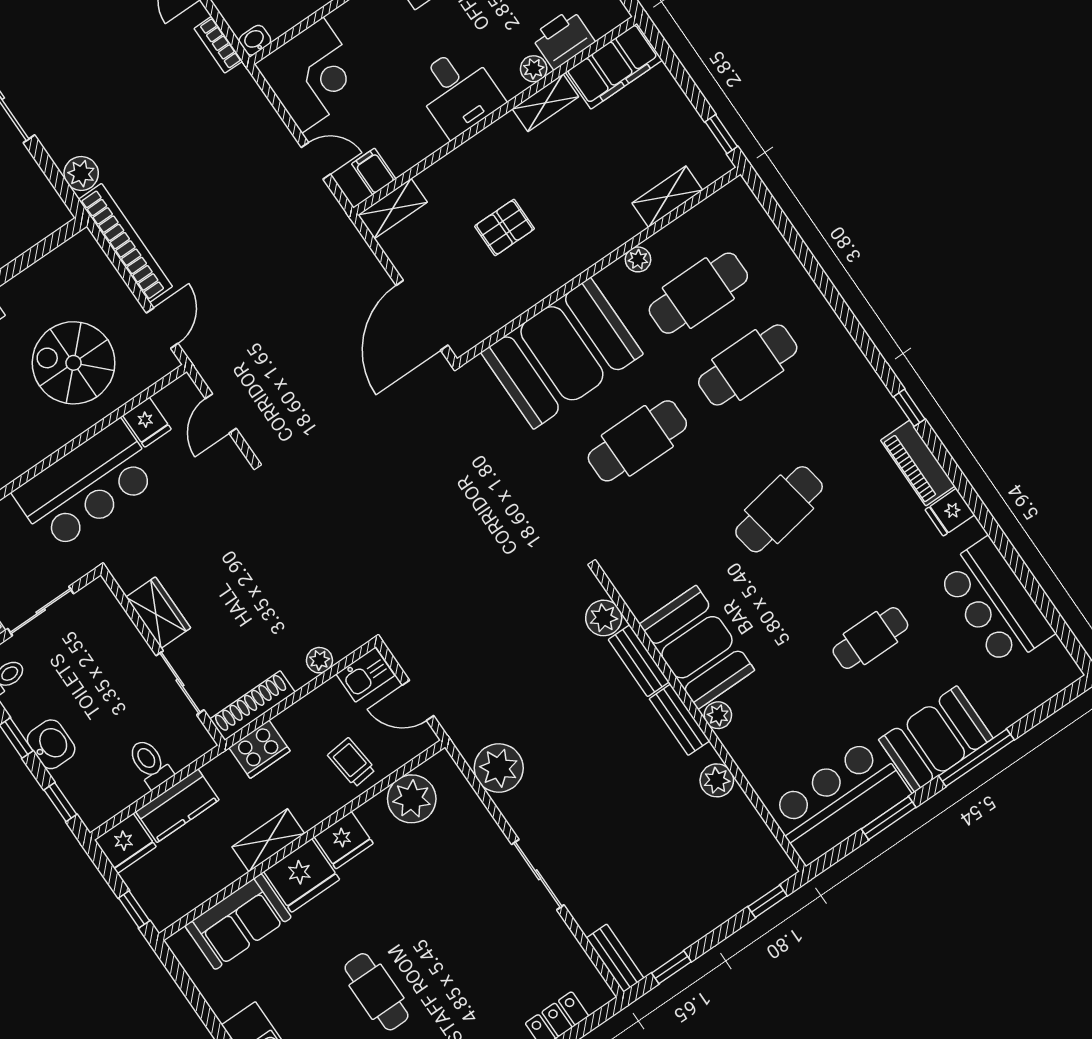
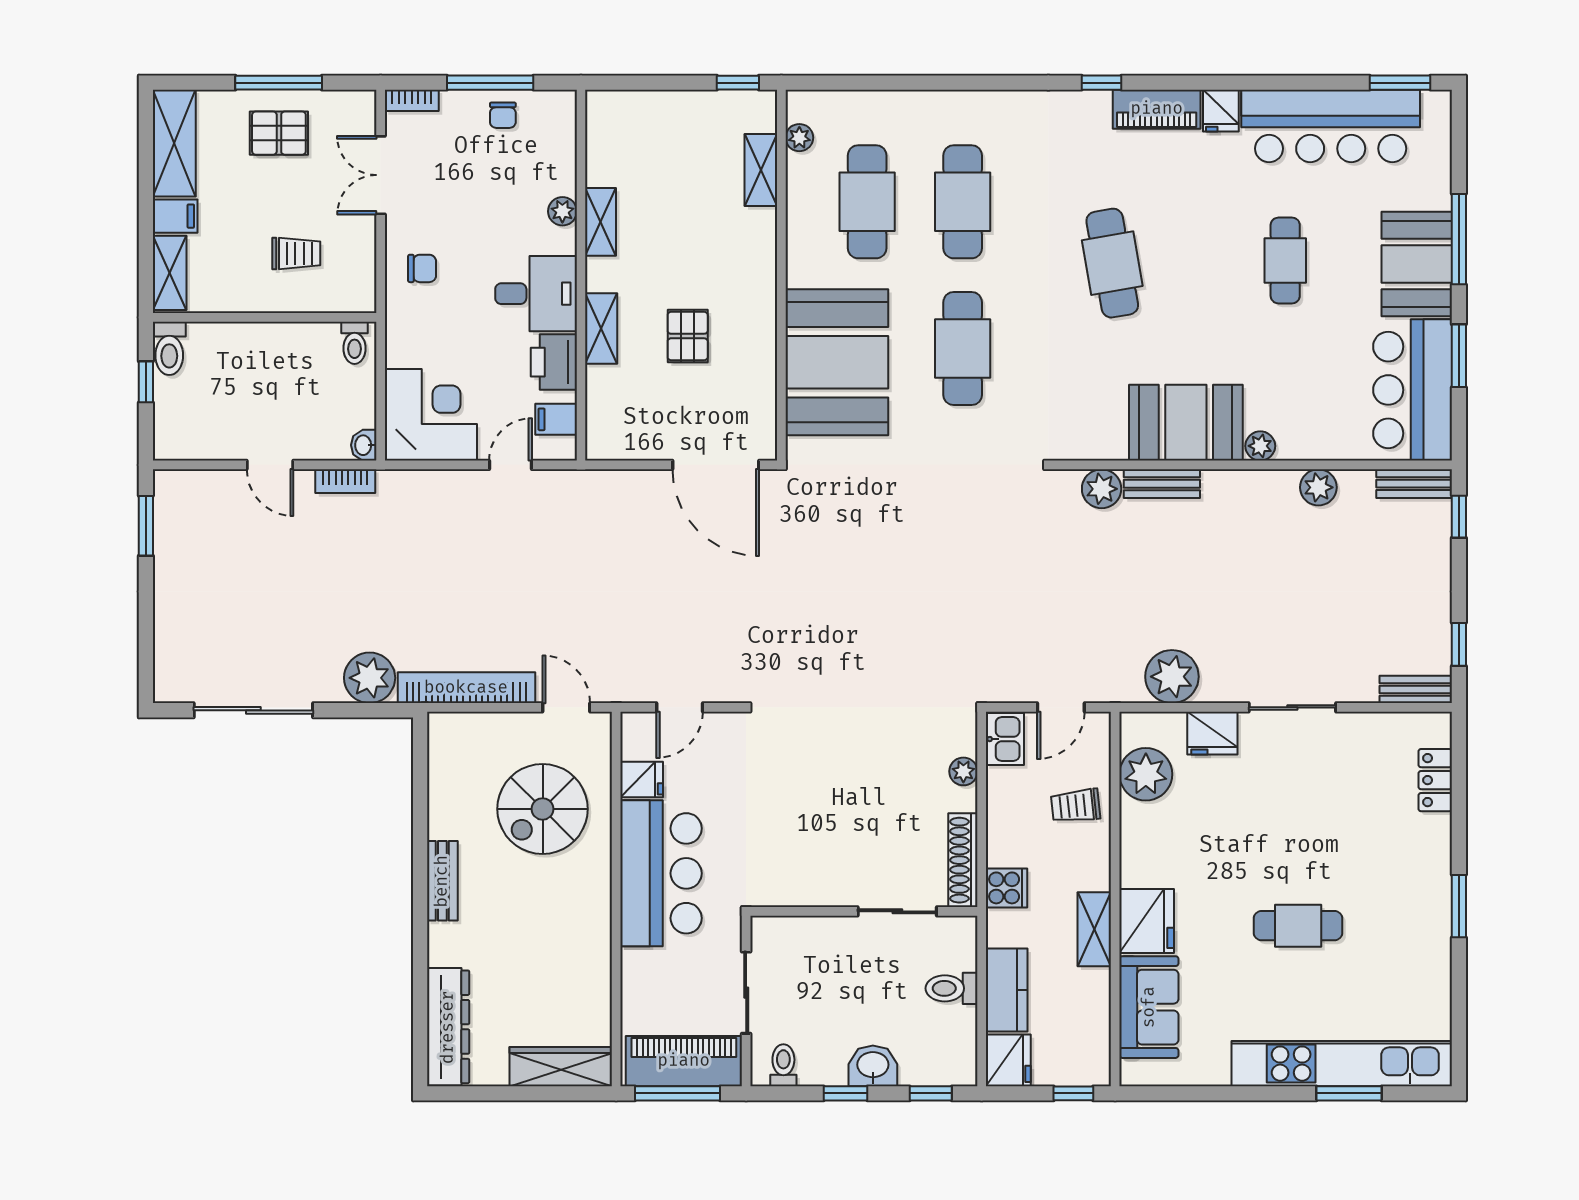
printer: (563, 39) -> (554, 362), moved
filing cabinet: (614, 66) -> (610, 137), removed
plant: (81, 173) -> (370, 678), width x1.36, depth x1.36
shelving: (393, 209) -> (601, 328), moved
plant: (638, 259) -> (799, 138), moved
door: (221, 413) -> (680, 707), hinge flipped
bar counter: (995, 603) -> (1331, 126), width x1.36
wardrobe: (158, 613) -> (820, 887), removed
window: (1064, 632) -> (1400, 83), added
bench: (679, 720) -> (1414, 484), moved
cooker: (259, 749) -> (1007, 888), width x0.73
fridge: (344, 840) -> (1212, 733), moved, turned 90

